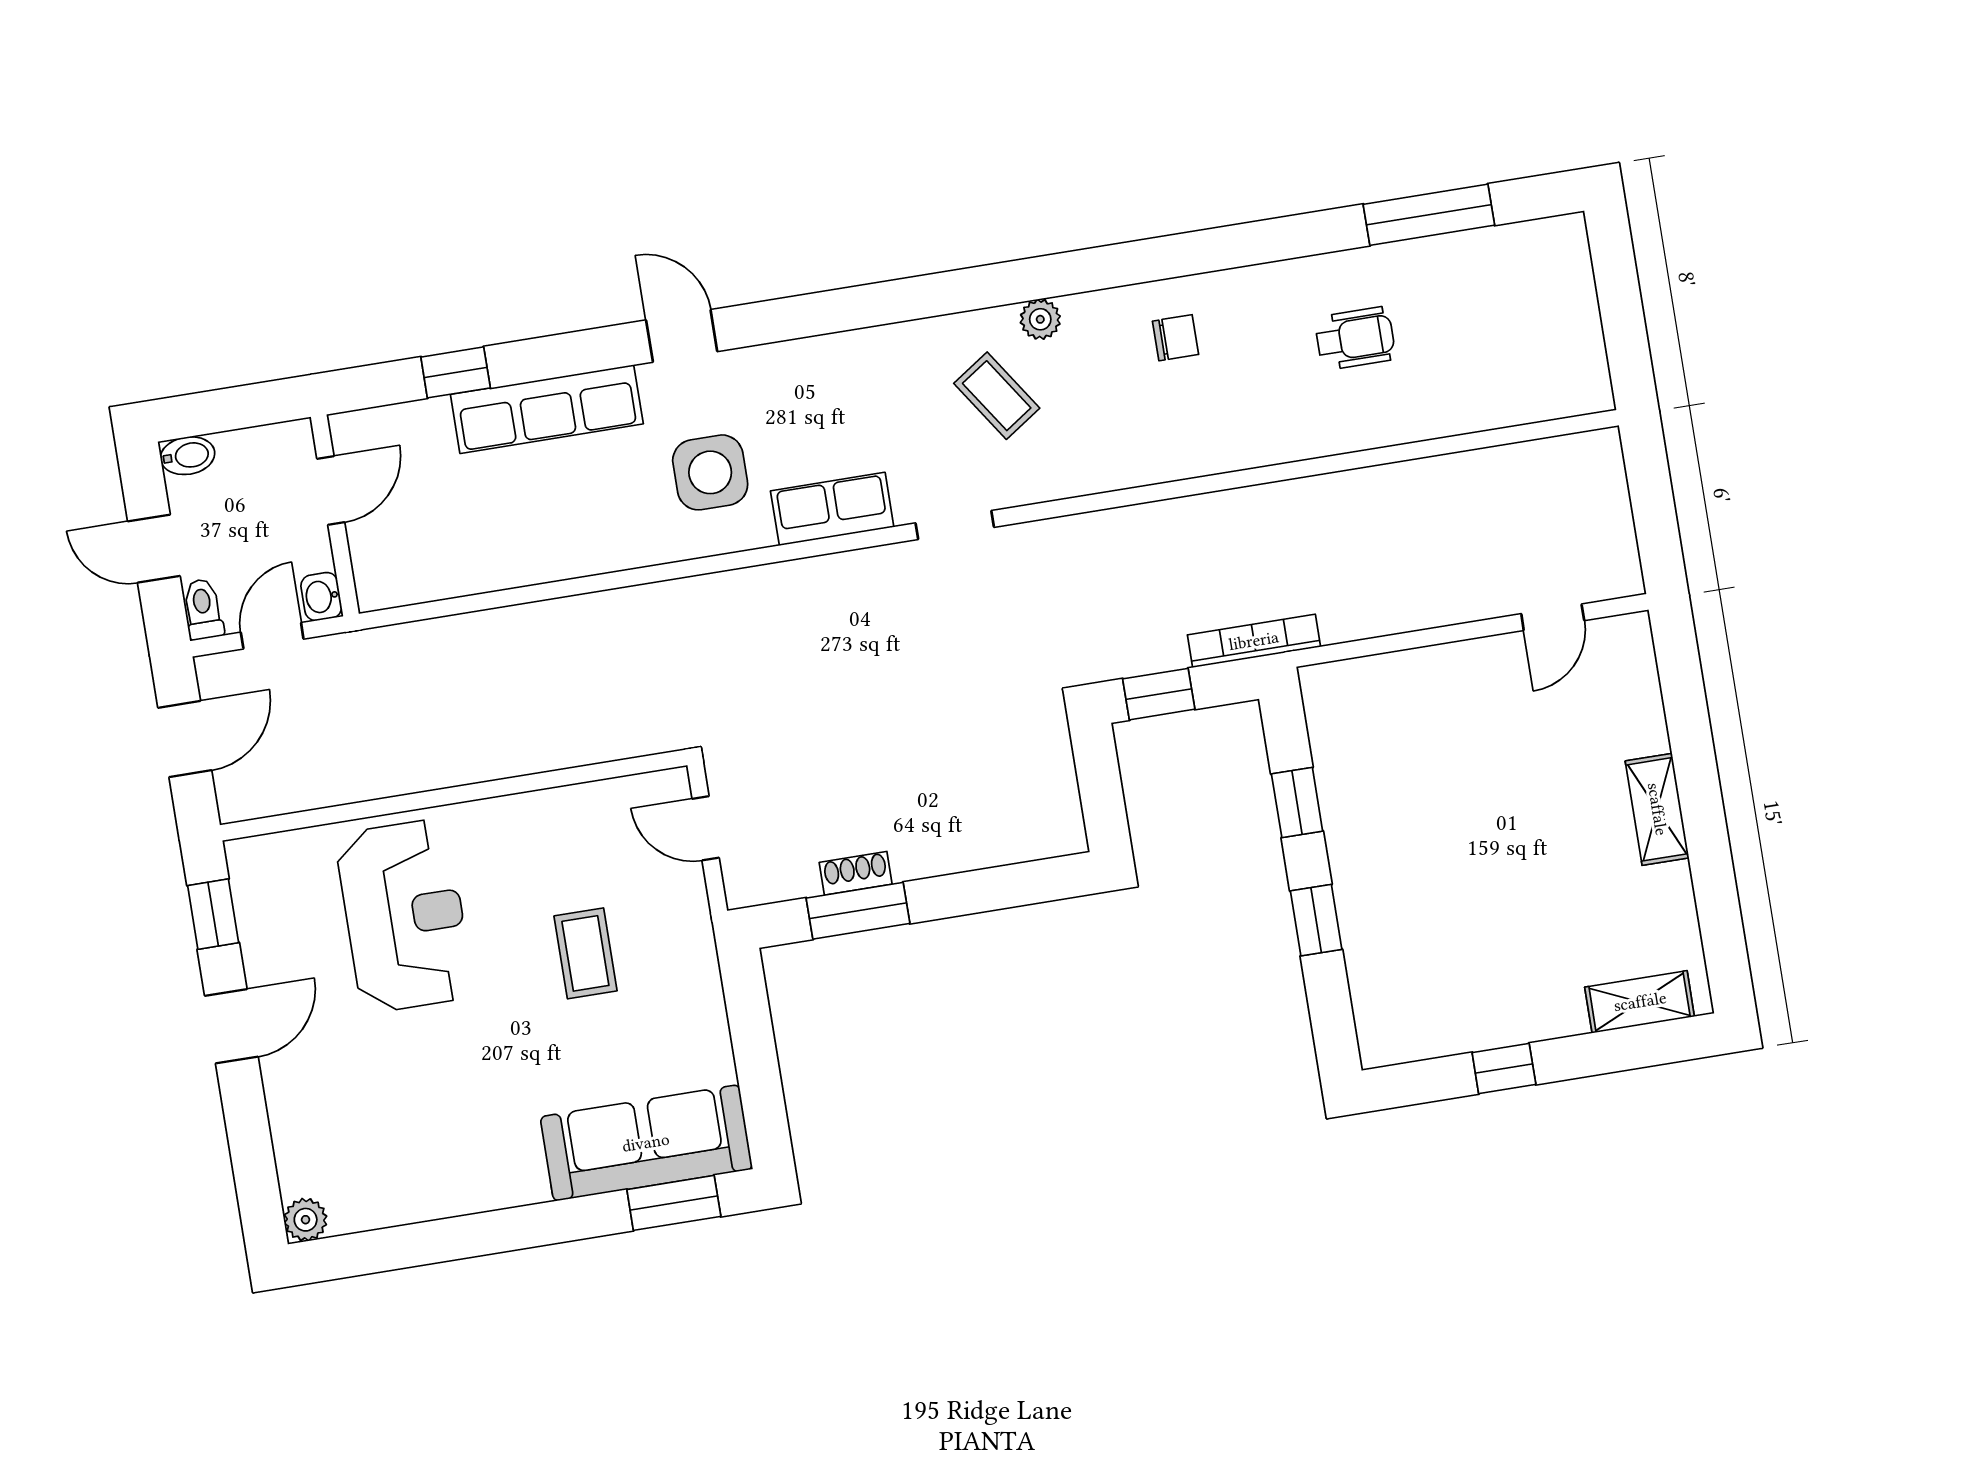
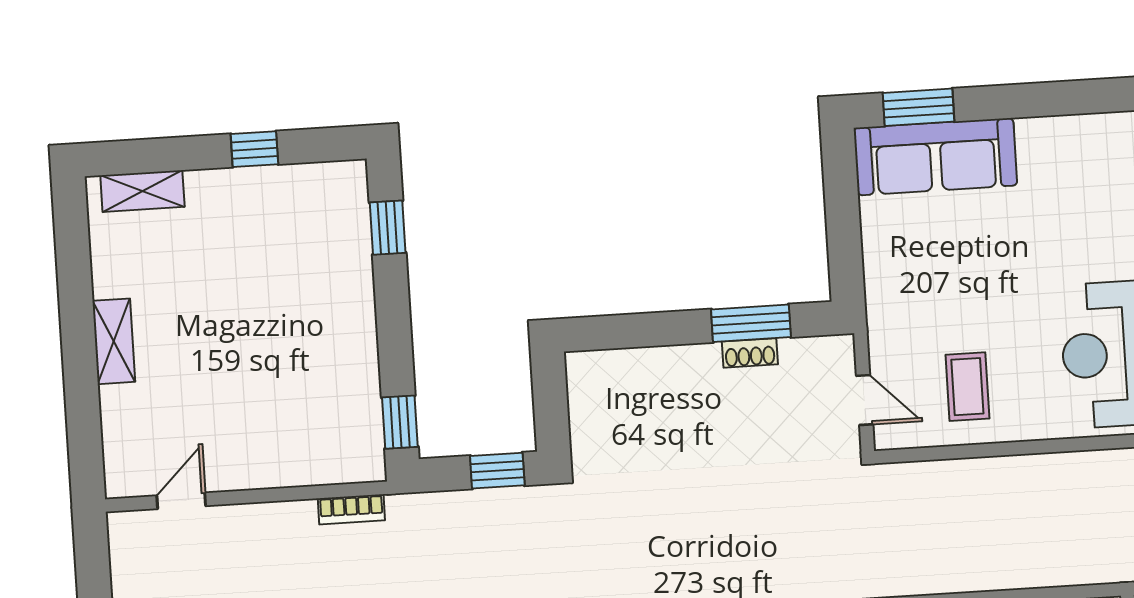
bookcase: (1254, 641) -> (351, 509), moved, width x0.64
window: (1297, 802) -> (400, 422), moved
window: (1316, 920) -> (388, 228), moved
coffee table: (585, 953) -> (967, 387), moved

